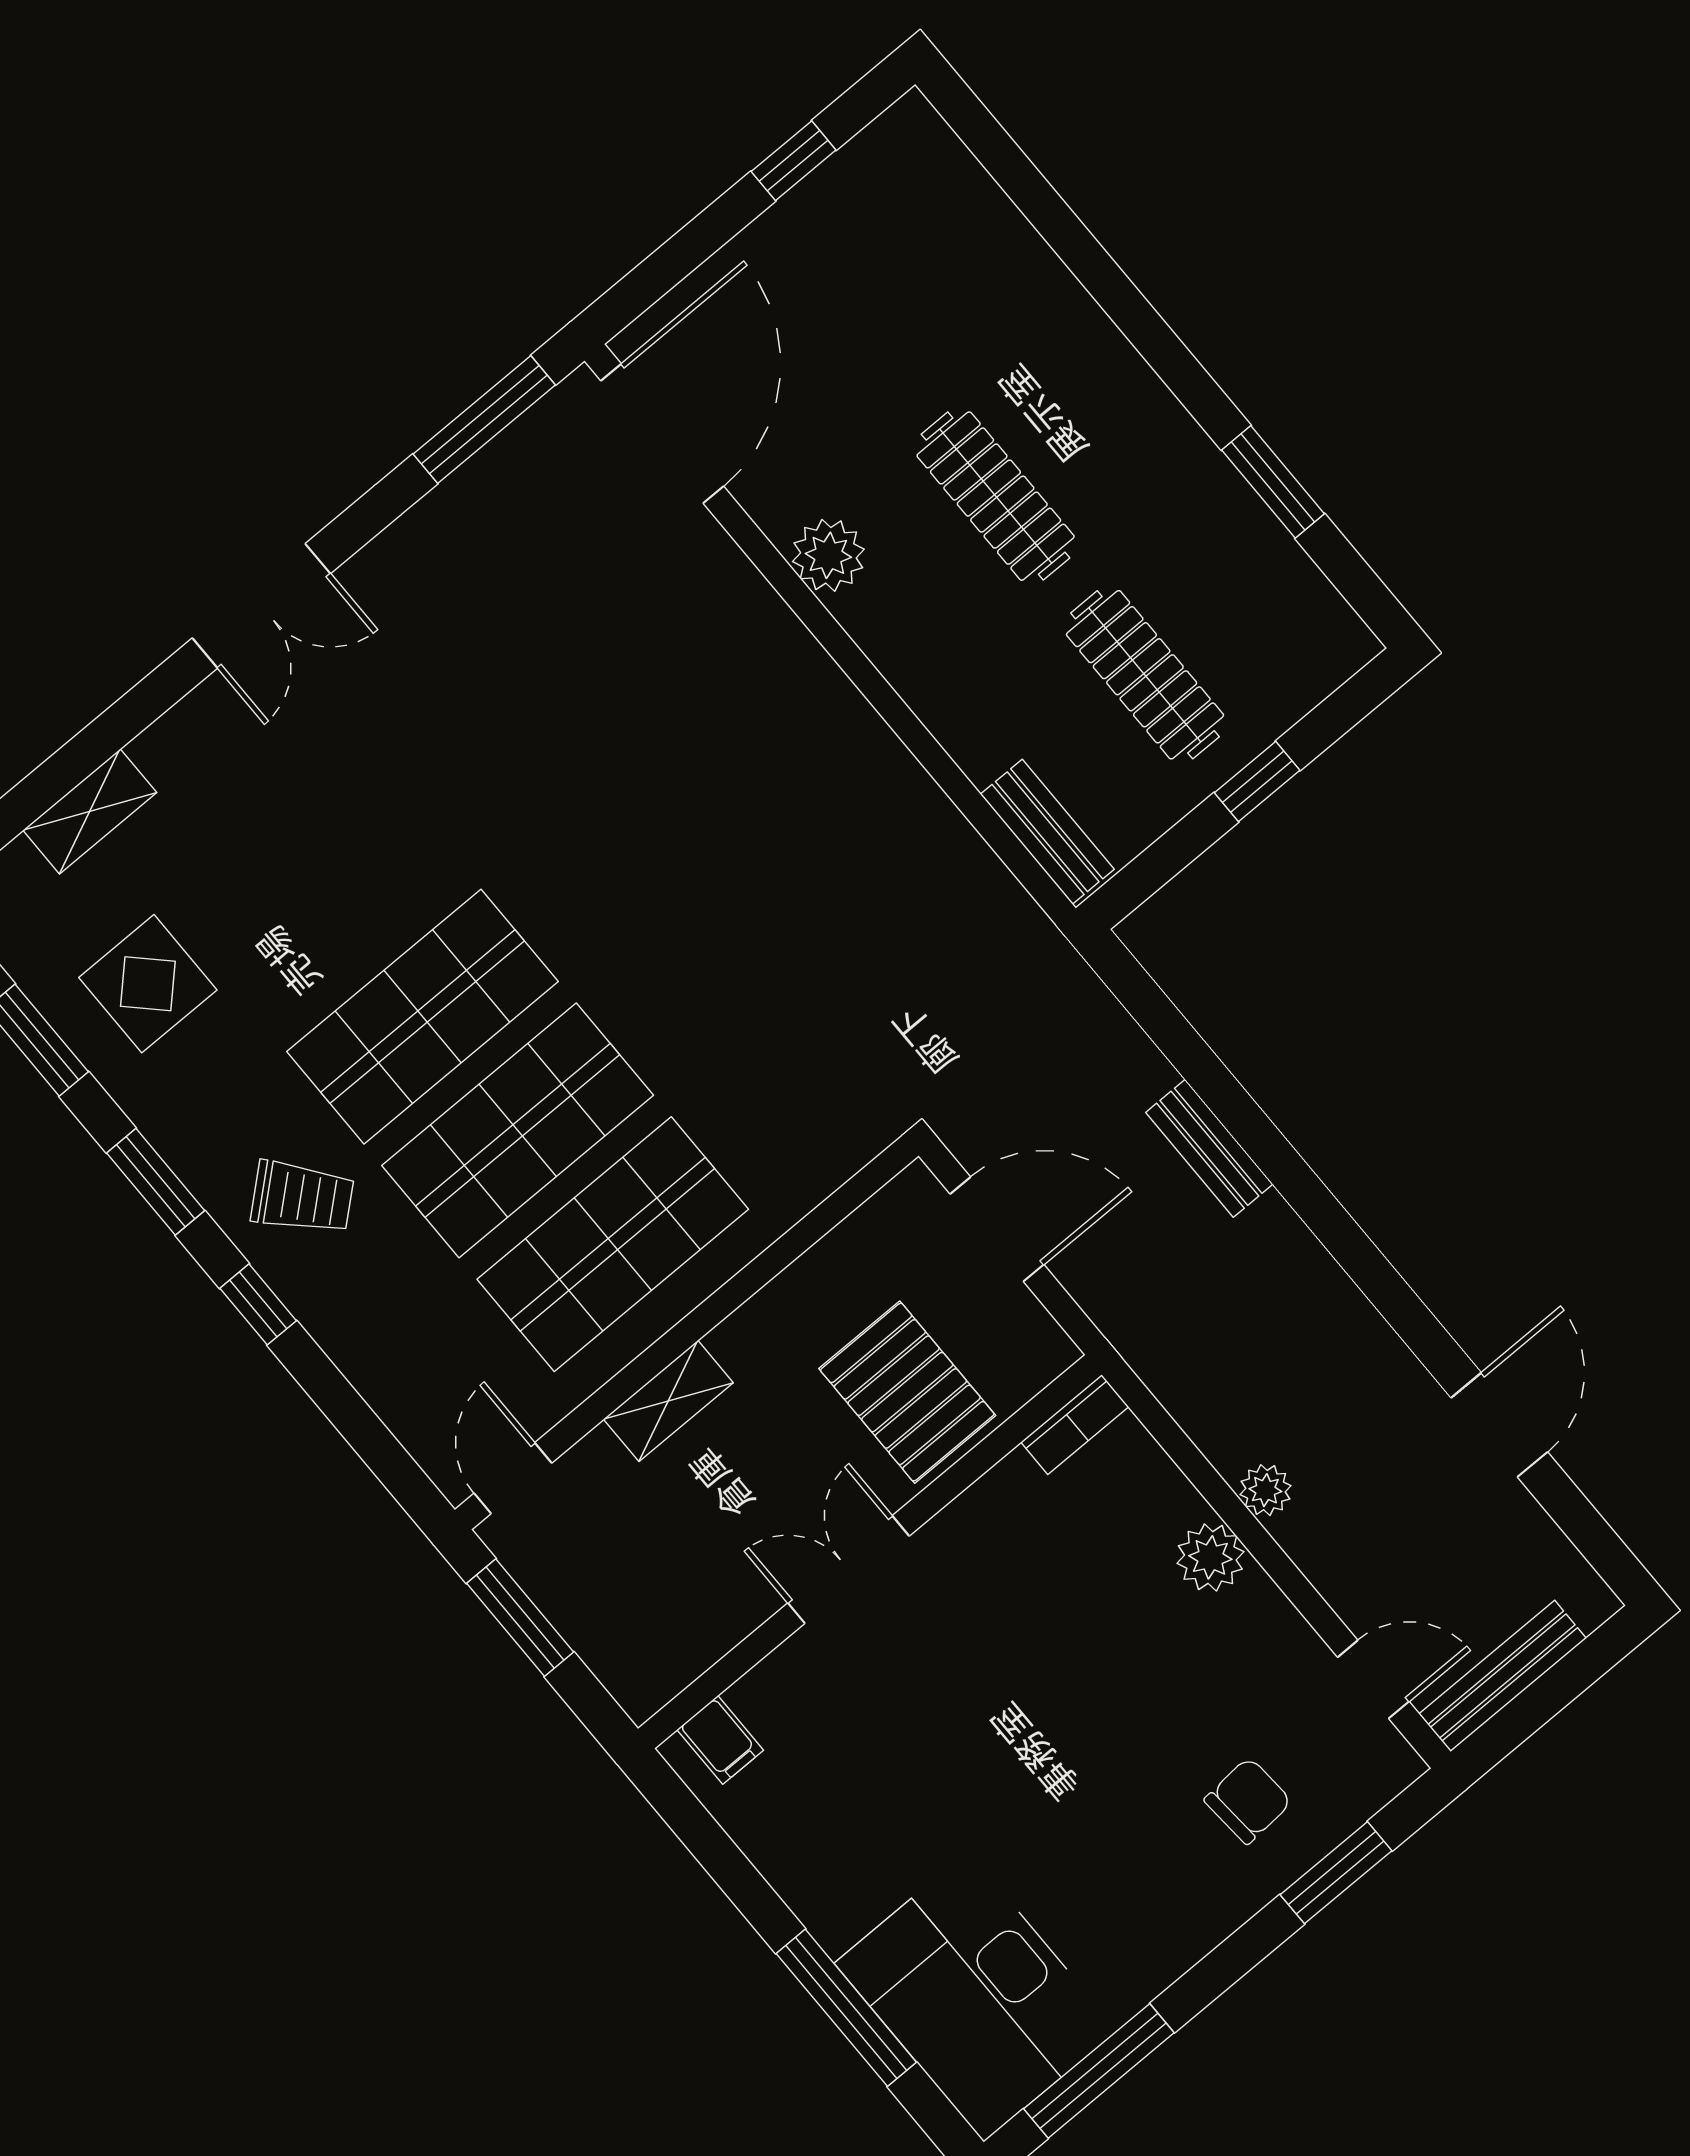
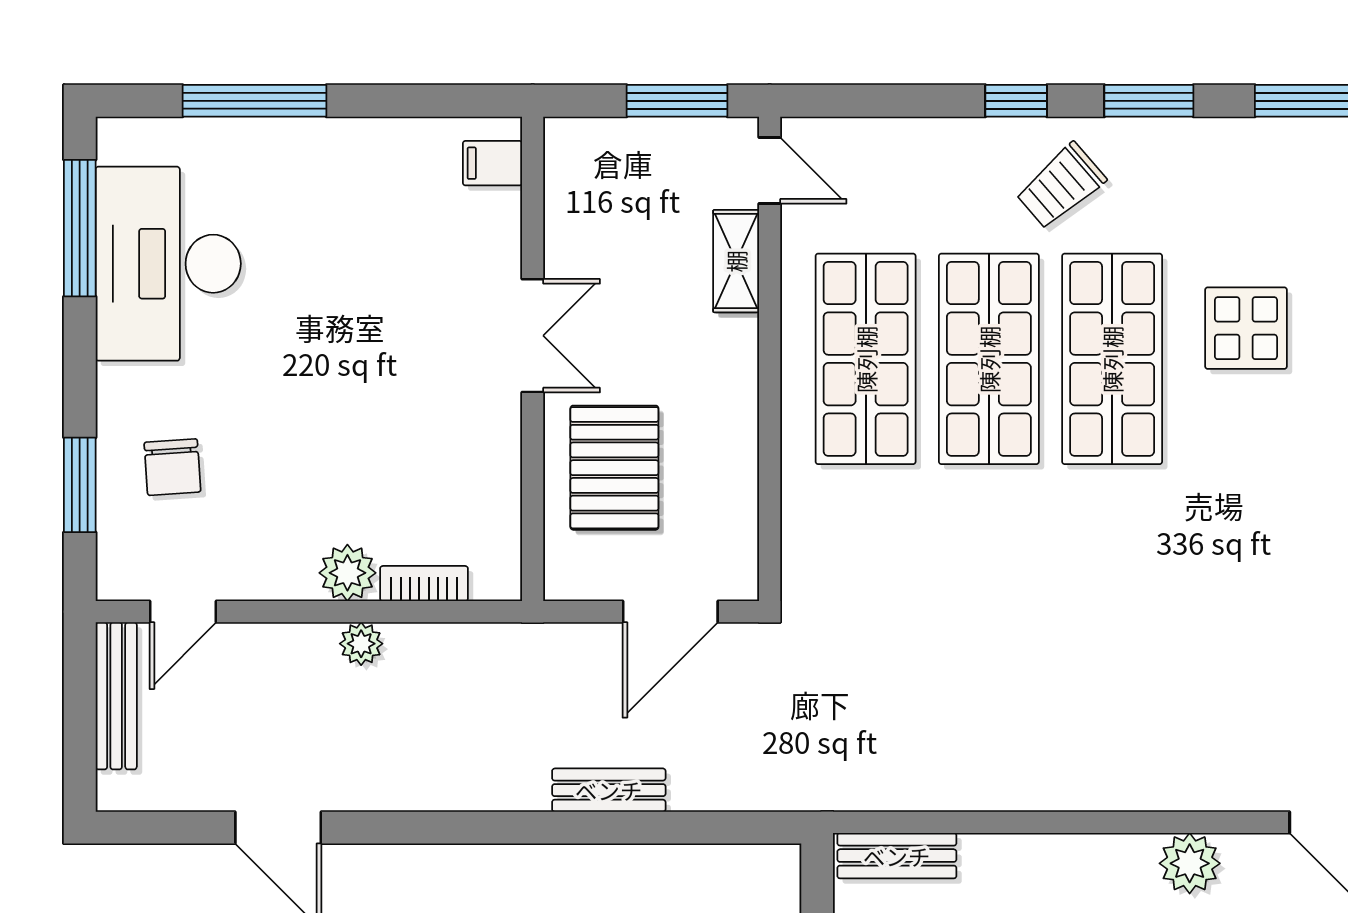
display table: (148, 984) -> (1246, 328), moved
pallet: (907, 1392) -> (614, 468), turned 90
shelving: (668, 1401) -> (736, 261), moved
bookcase: (1075, 1424) -> (424, 584), moved, turned 90
desk: (976, 1997) -> (168, 264), moved, turned -90

